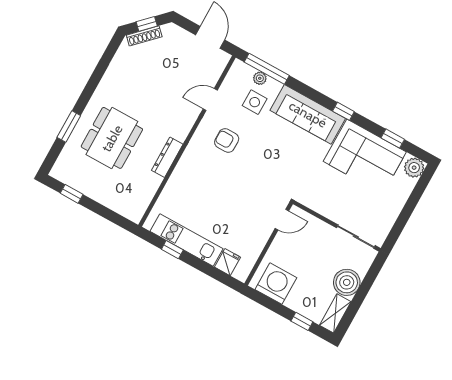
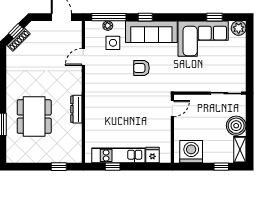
window: (343, 111) -> (145, 17), moved
armchair: (227, 140) -> (141, 68), moved
window: (72, 194) -> (59, 167), moved

